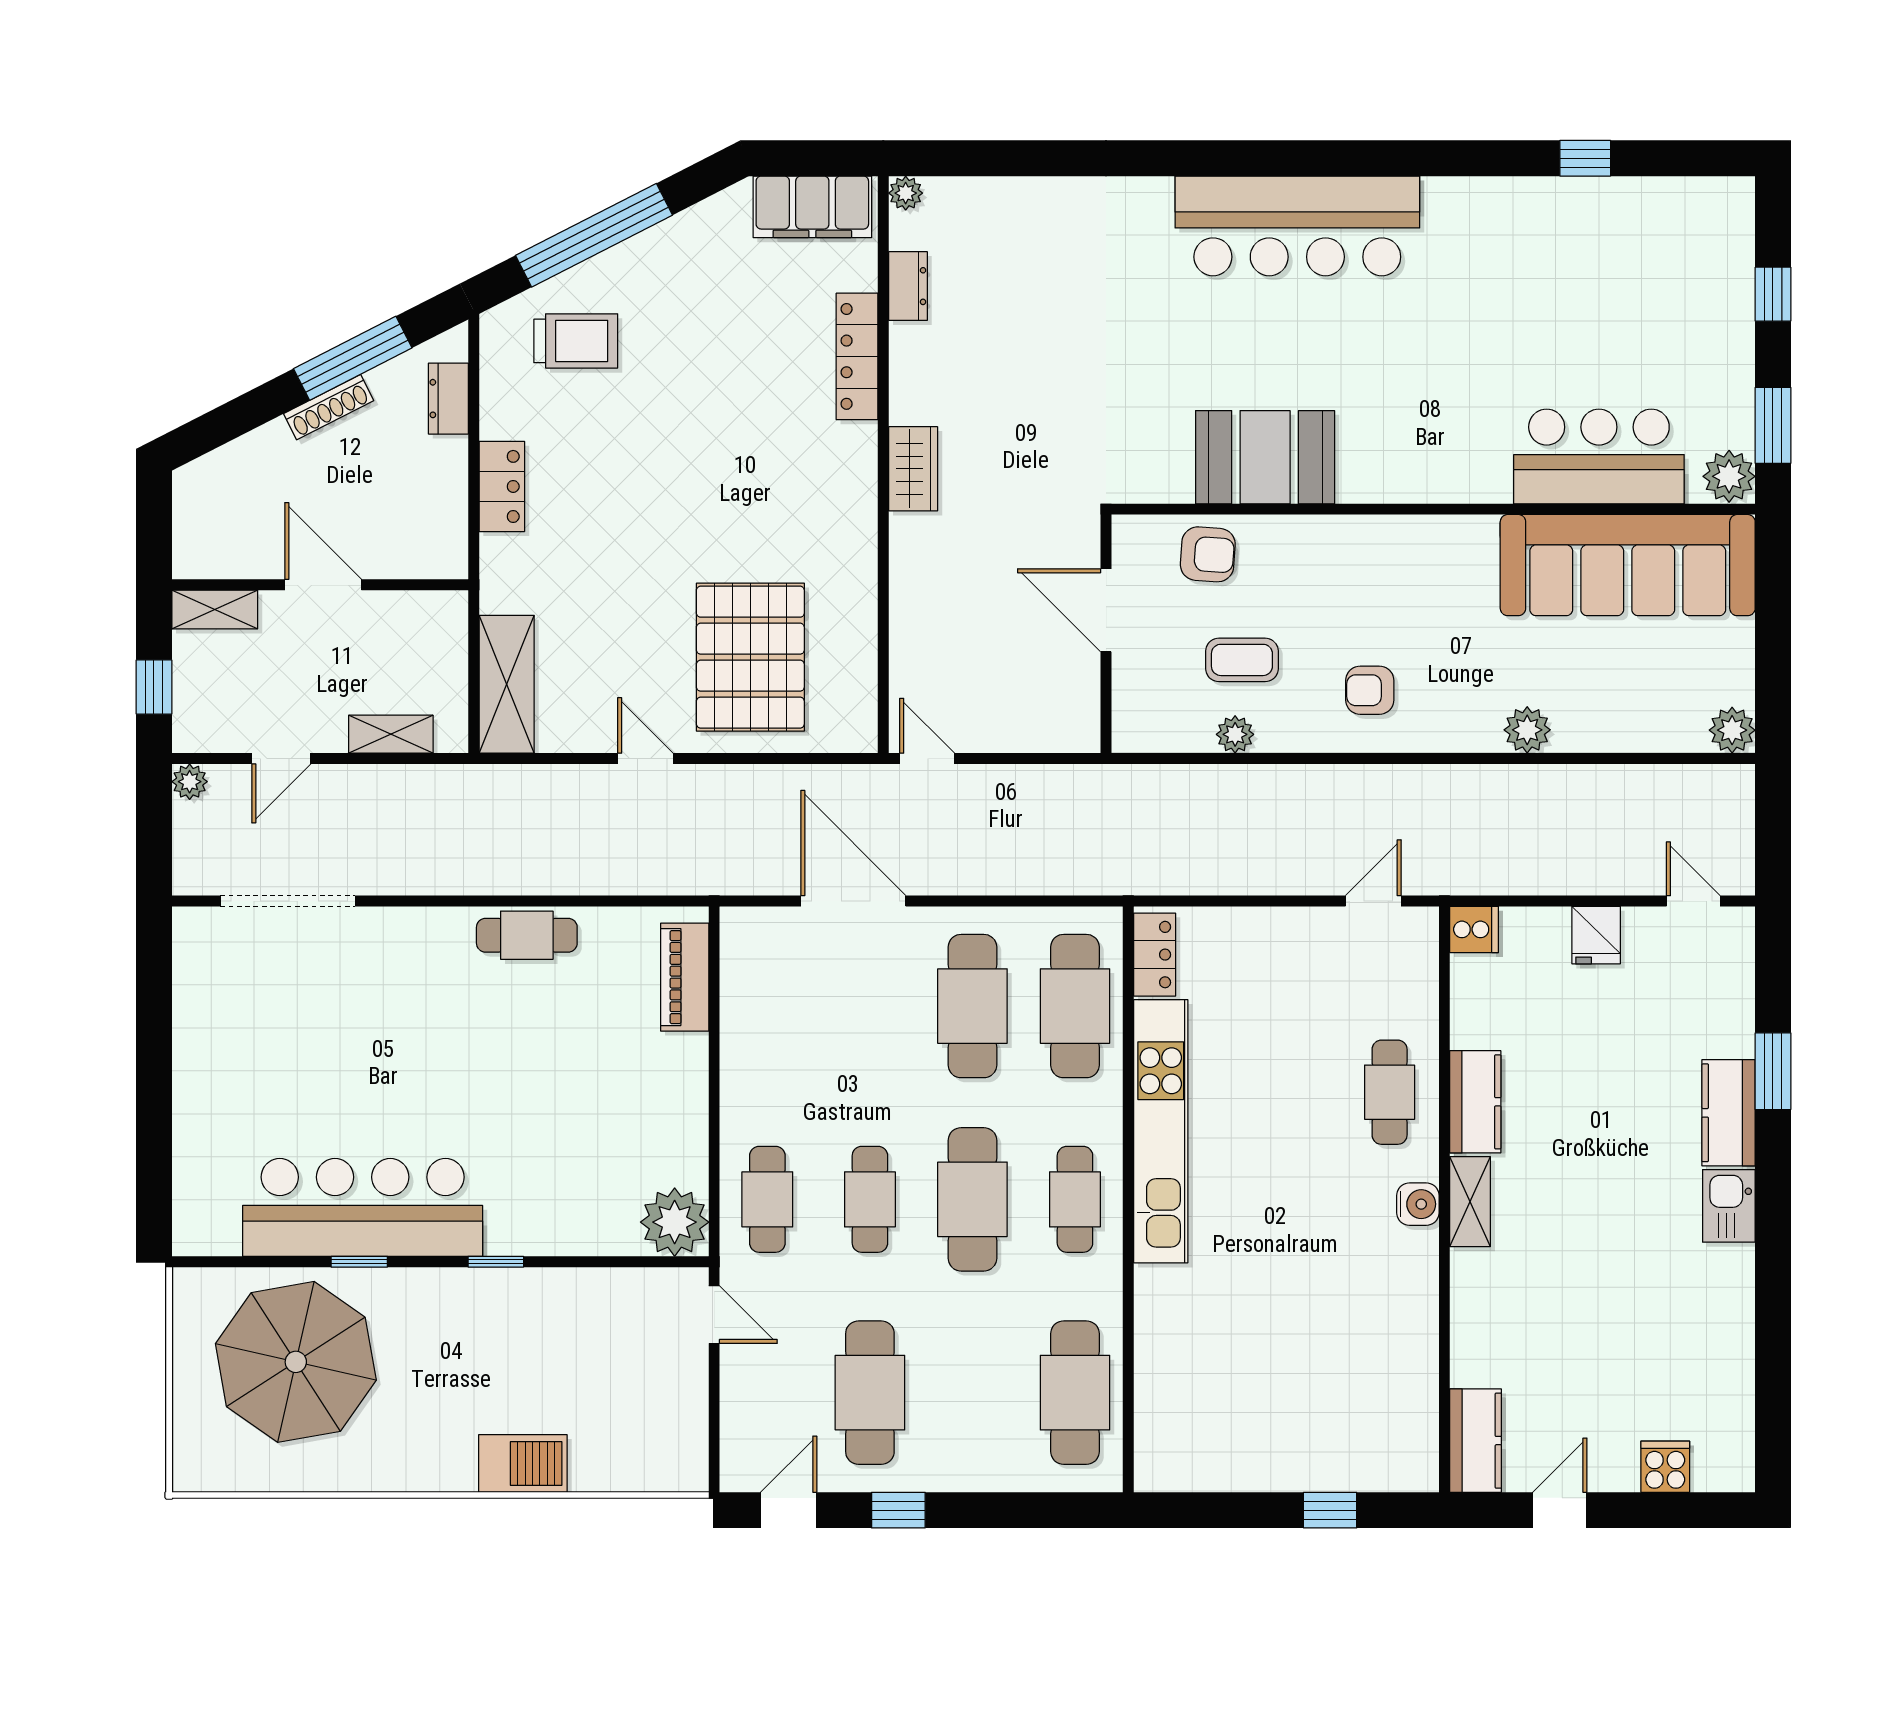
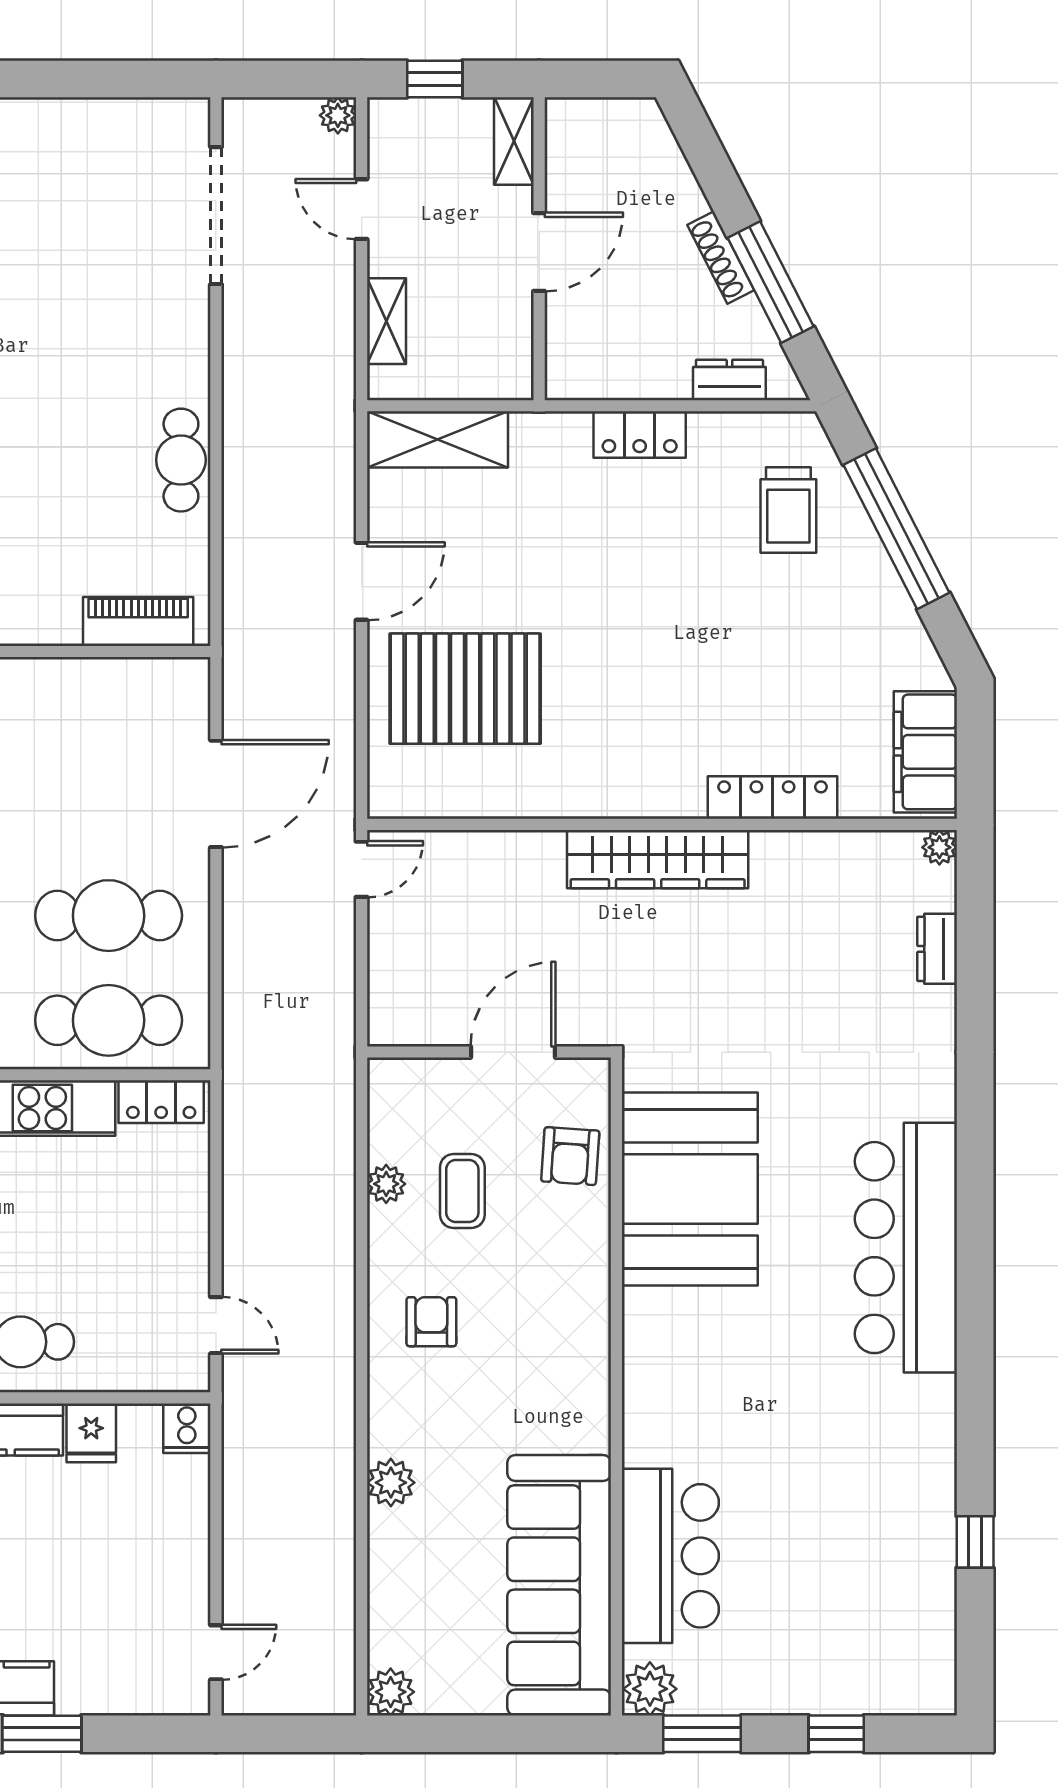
dresser: (908, 286) -> (937, 949), moved, turned 90
booth: (1265, 457) -> (690, 1189), width x1.36, depth x1.42
wardrobe: (913, 469) -> (658, 859), width x2.10, depth x1.17
door: (645, 758) -> (362, 581), width x1.38
fridge: (1596, 935) -> (91, 1433), moved, turned -90

